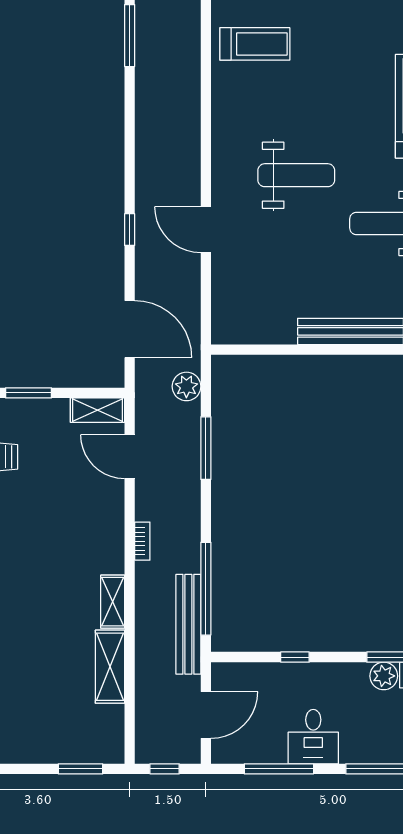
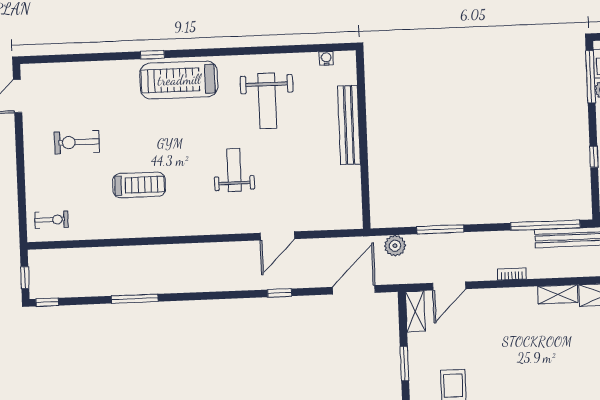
treadmill: (255, 44) -> (139, 185), moved, turned 90
weight bench: (296, 175) -> (234, 170), width x0.73, depth x0.75

